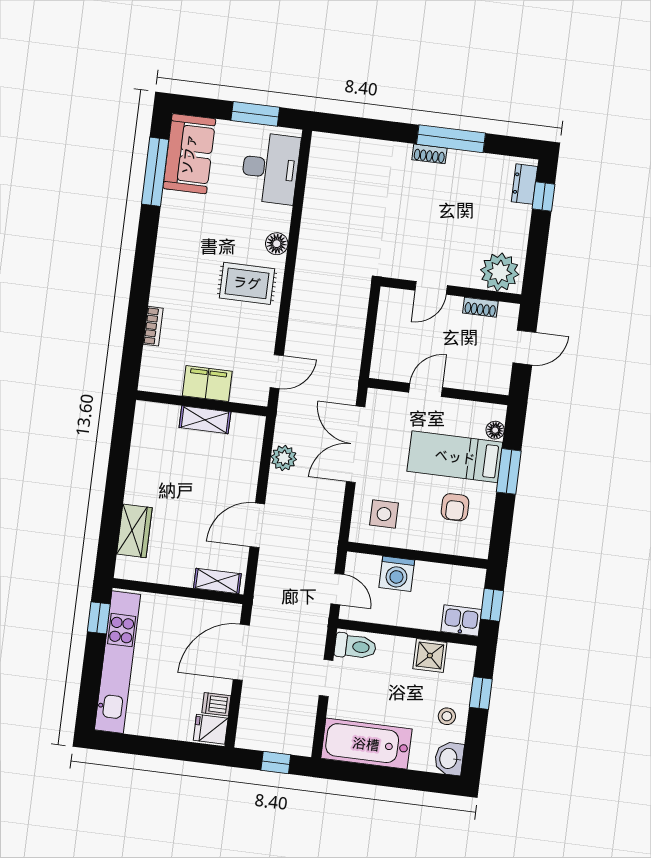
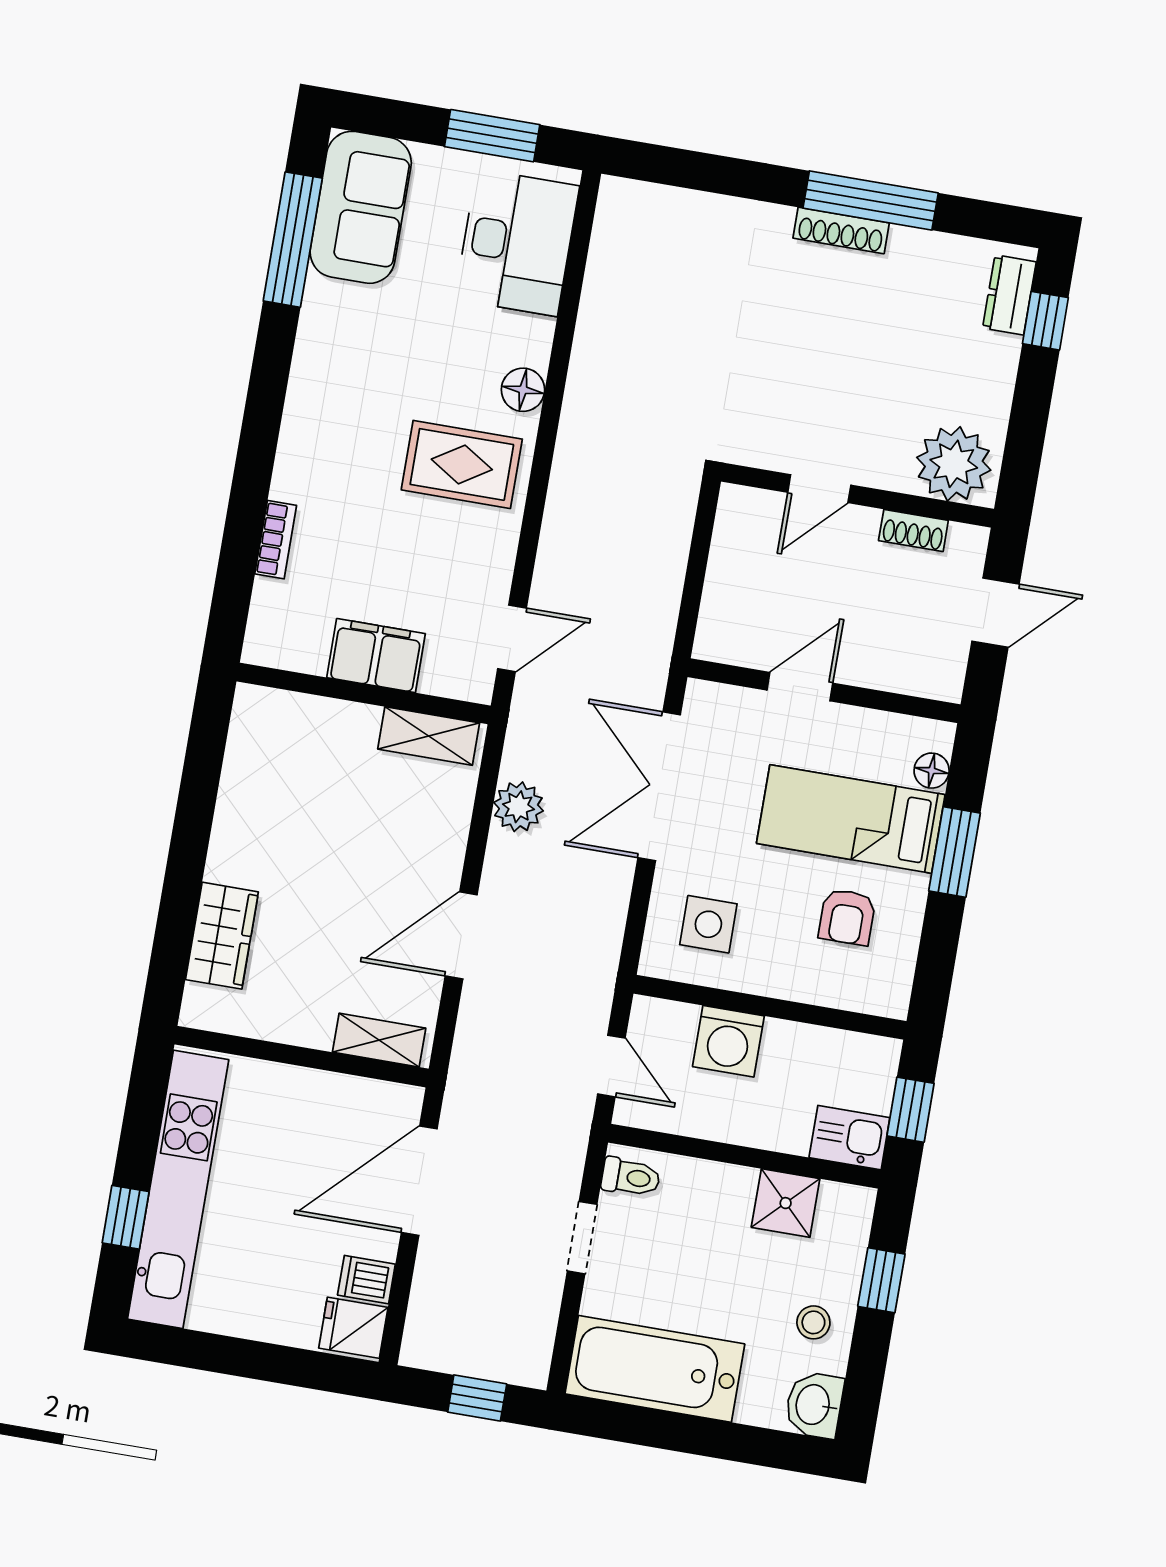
shoe rack: (429, 154) -> (841, 230), width x1.43
shelving: (205, 420) -> (429, 736), moved
window: (99, 618) -> (126, 1217), moved
toilet: (355, 646) -> (631, 1177), width x0.73, depth x0.72

